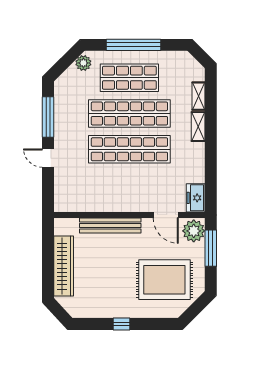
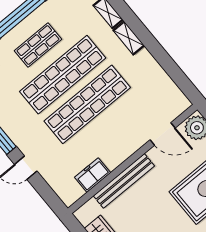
shop shelf: (129, 78) -> (38, 45), width x0.70, depth x0.74
freezer: (196, 198) -> (93, 175), moved, turned 90

